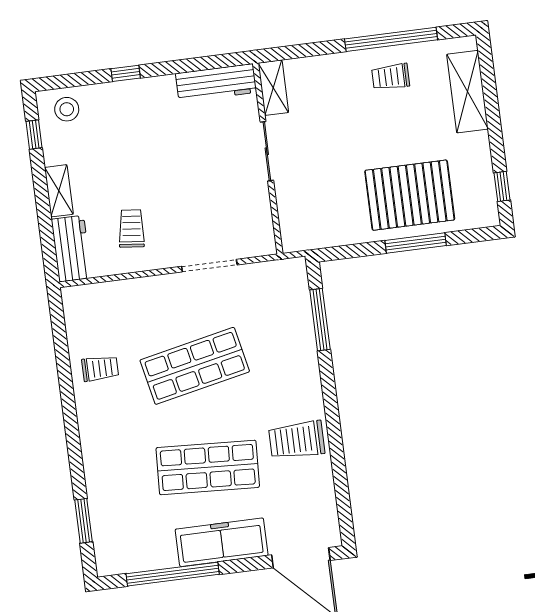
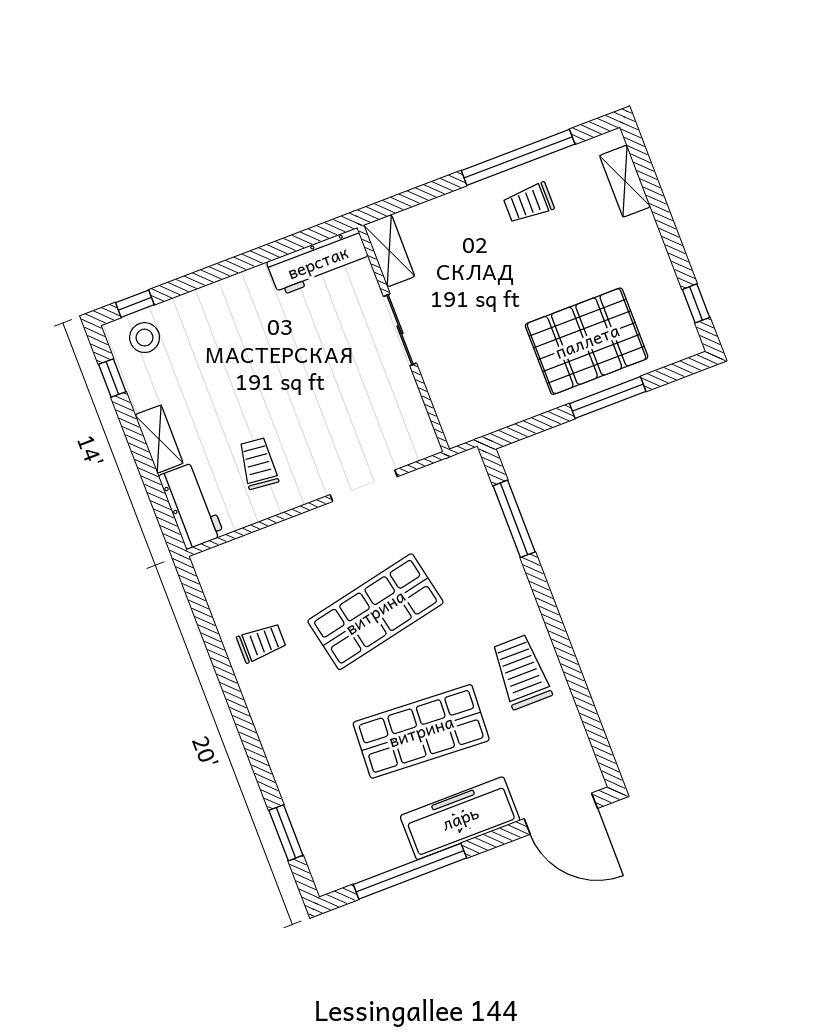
window: (126, 73) -> (135, 304), moved
shelving: (467, 92) -> (625, 181), width x0.67, depth x0.75
trolley: (297, 440) -> (521, 672), turned 90

